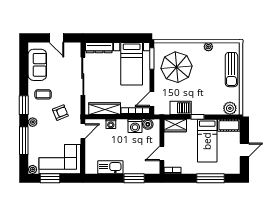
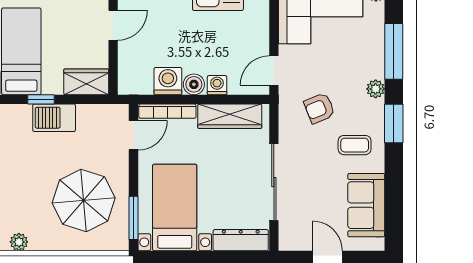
barbecue: (181, 108) -> (54, 118), moved
boiler: (148, 124) -> (194, 84), moved

